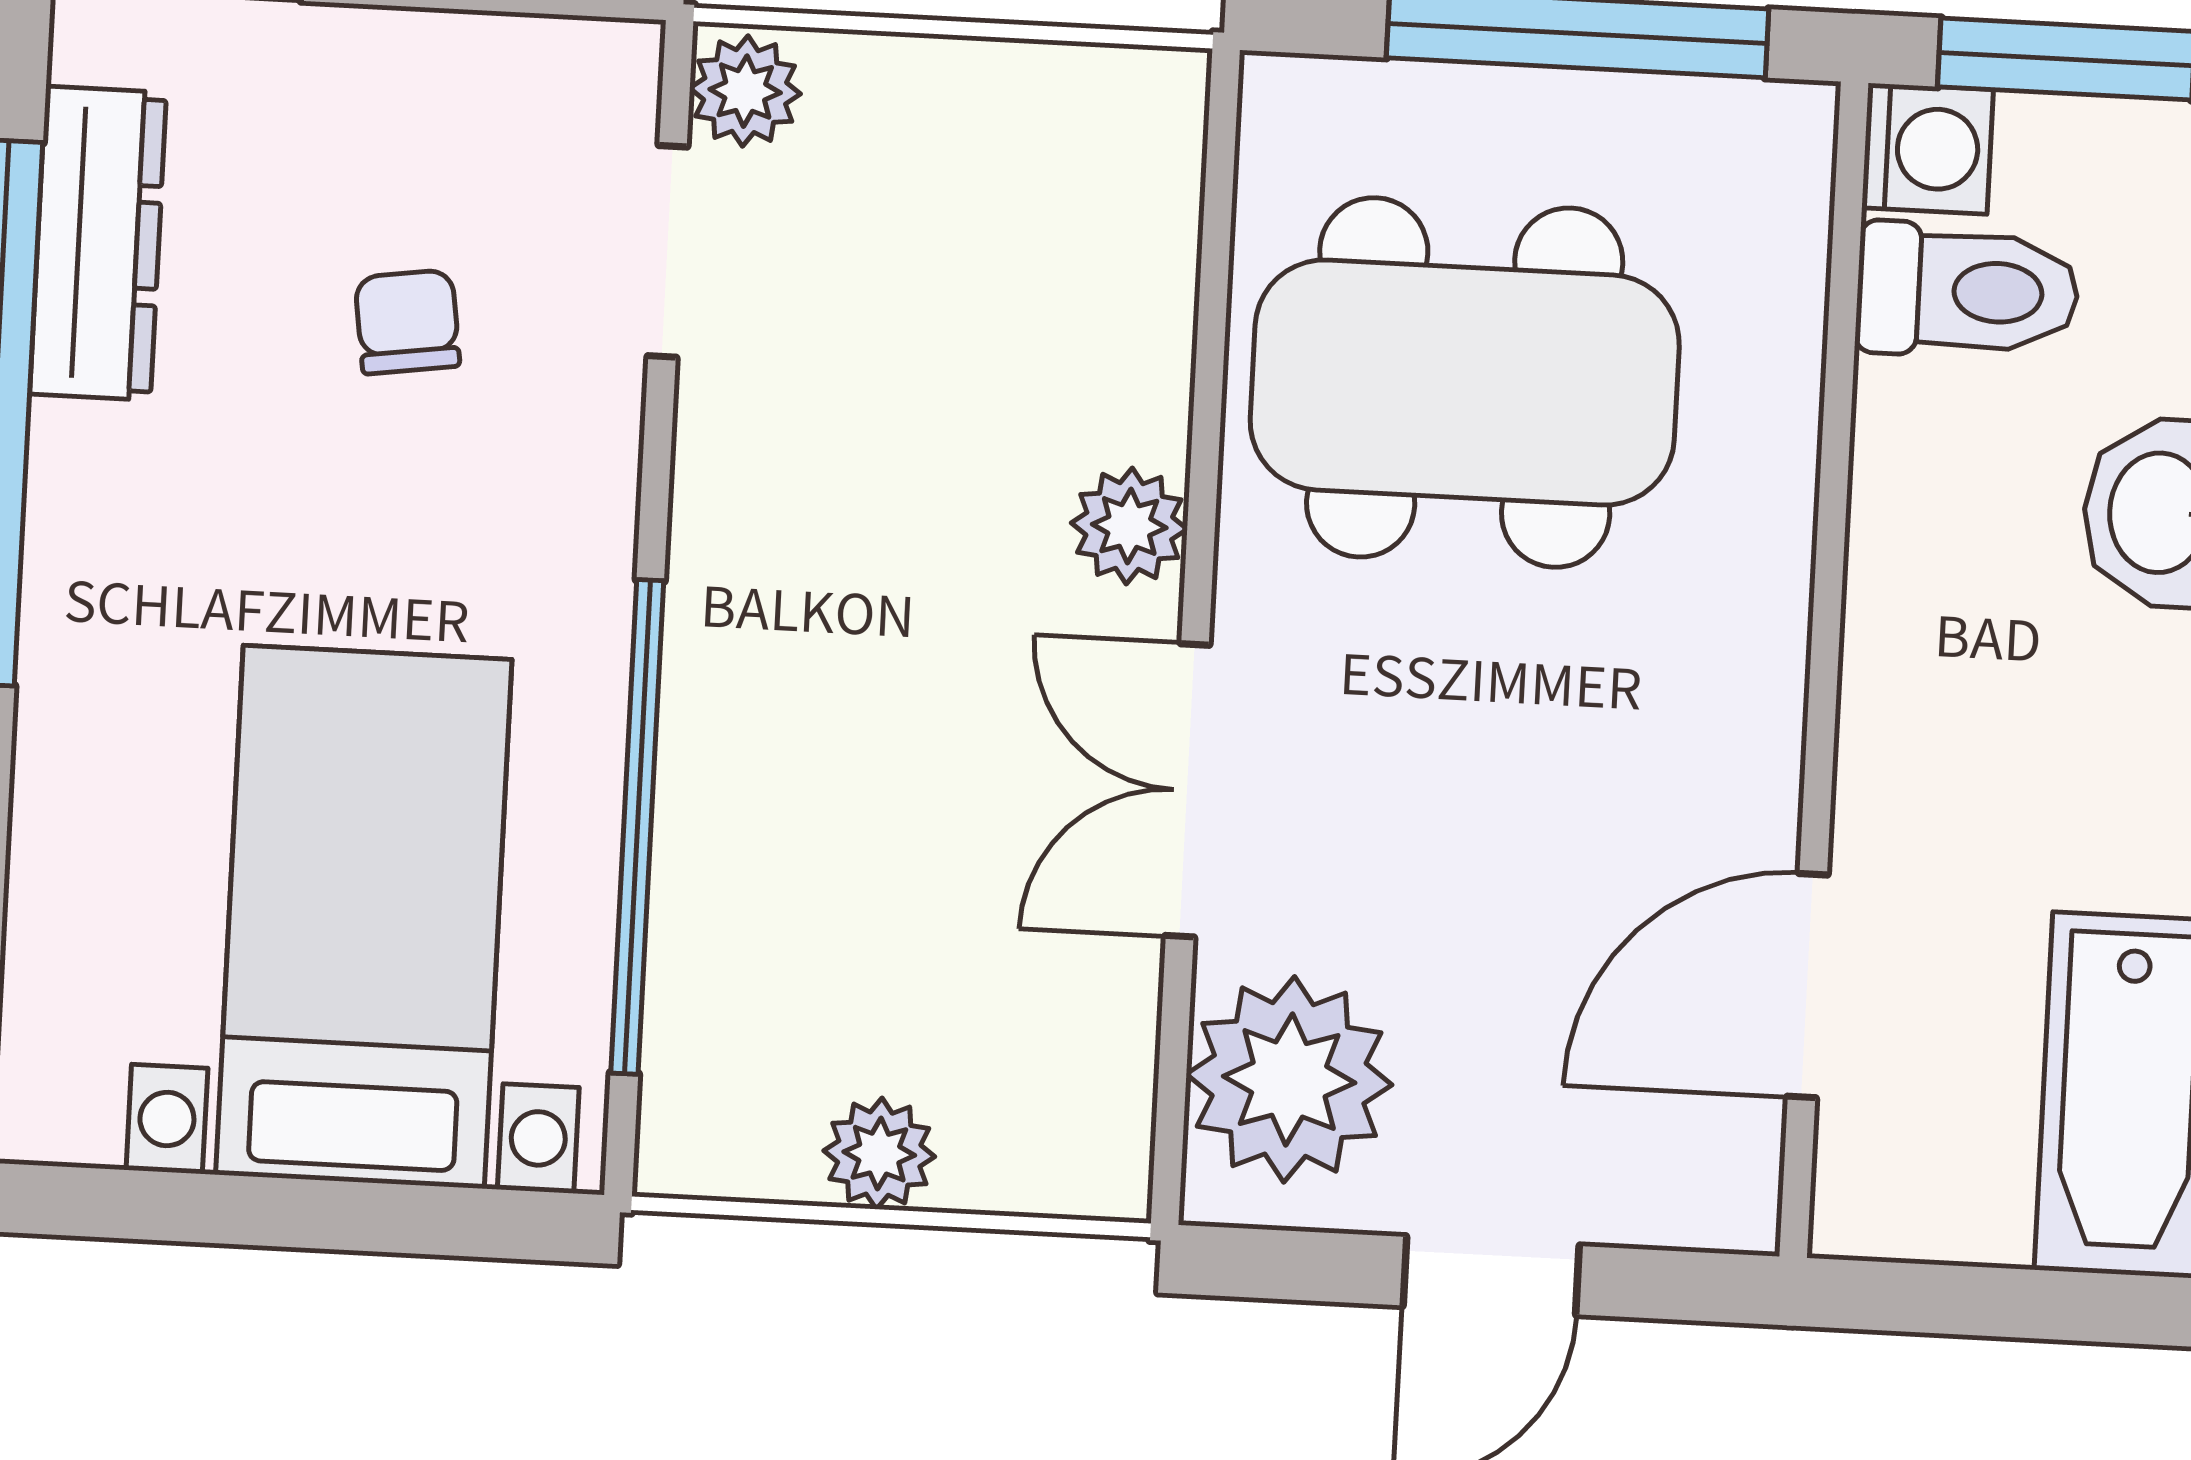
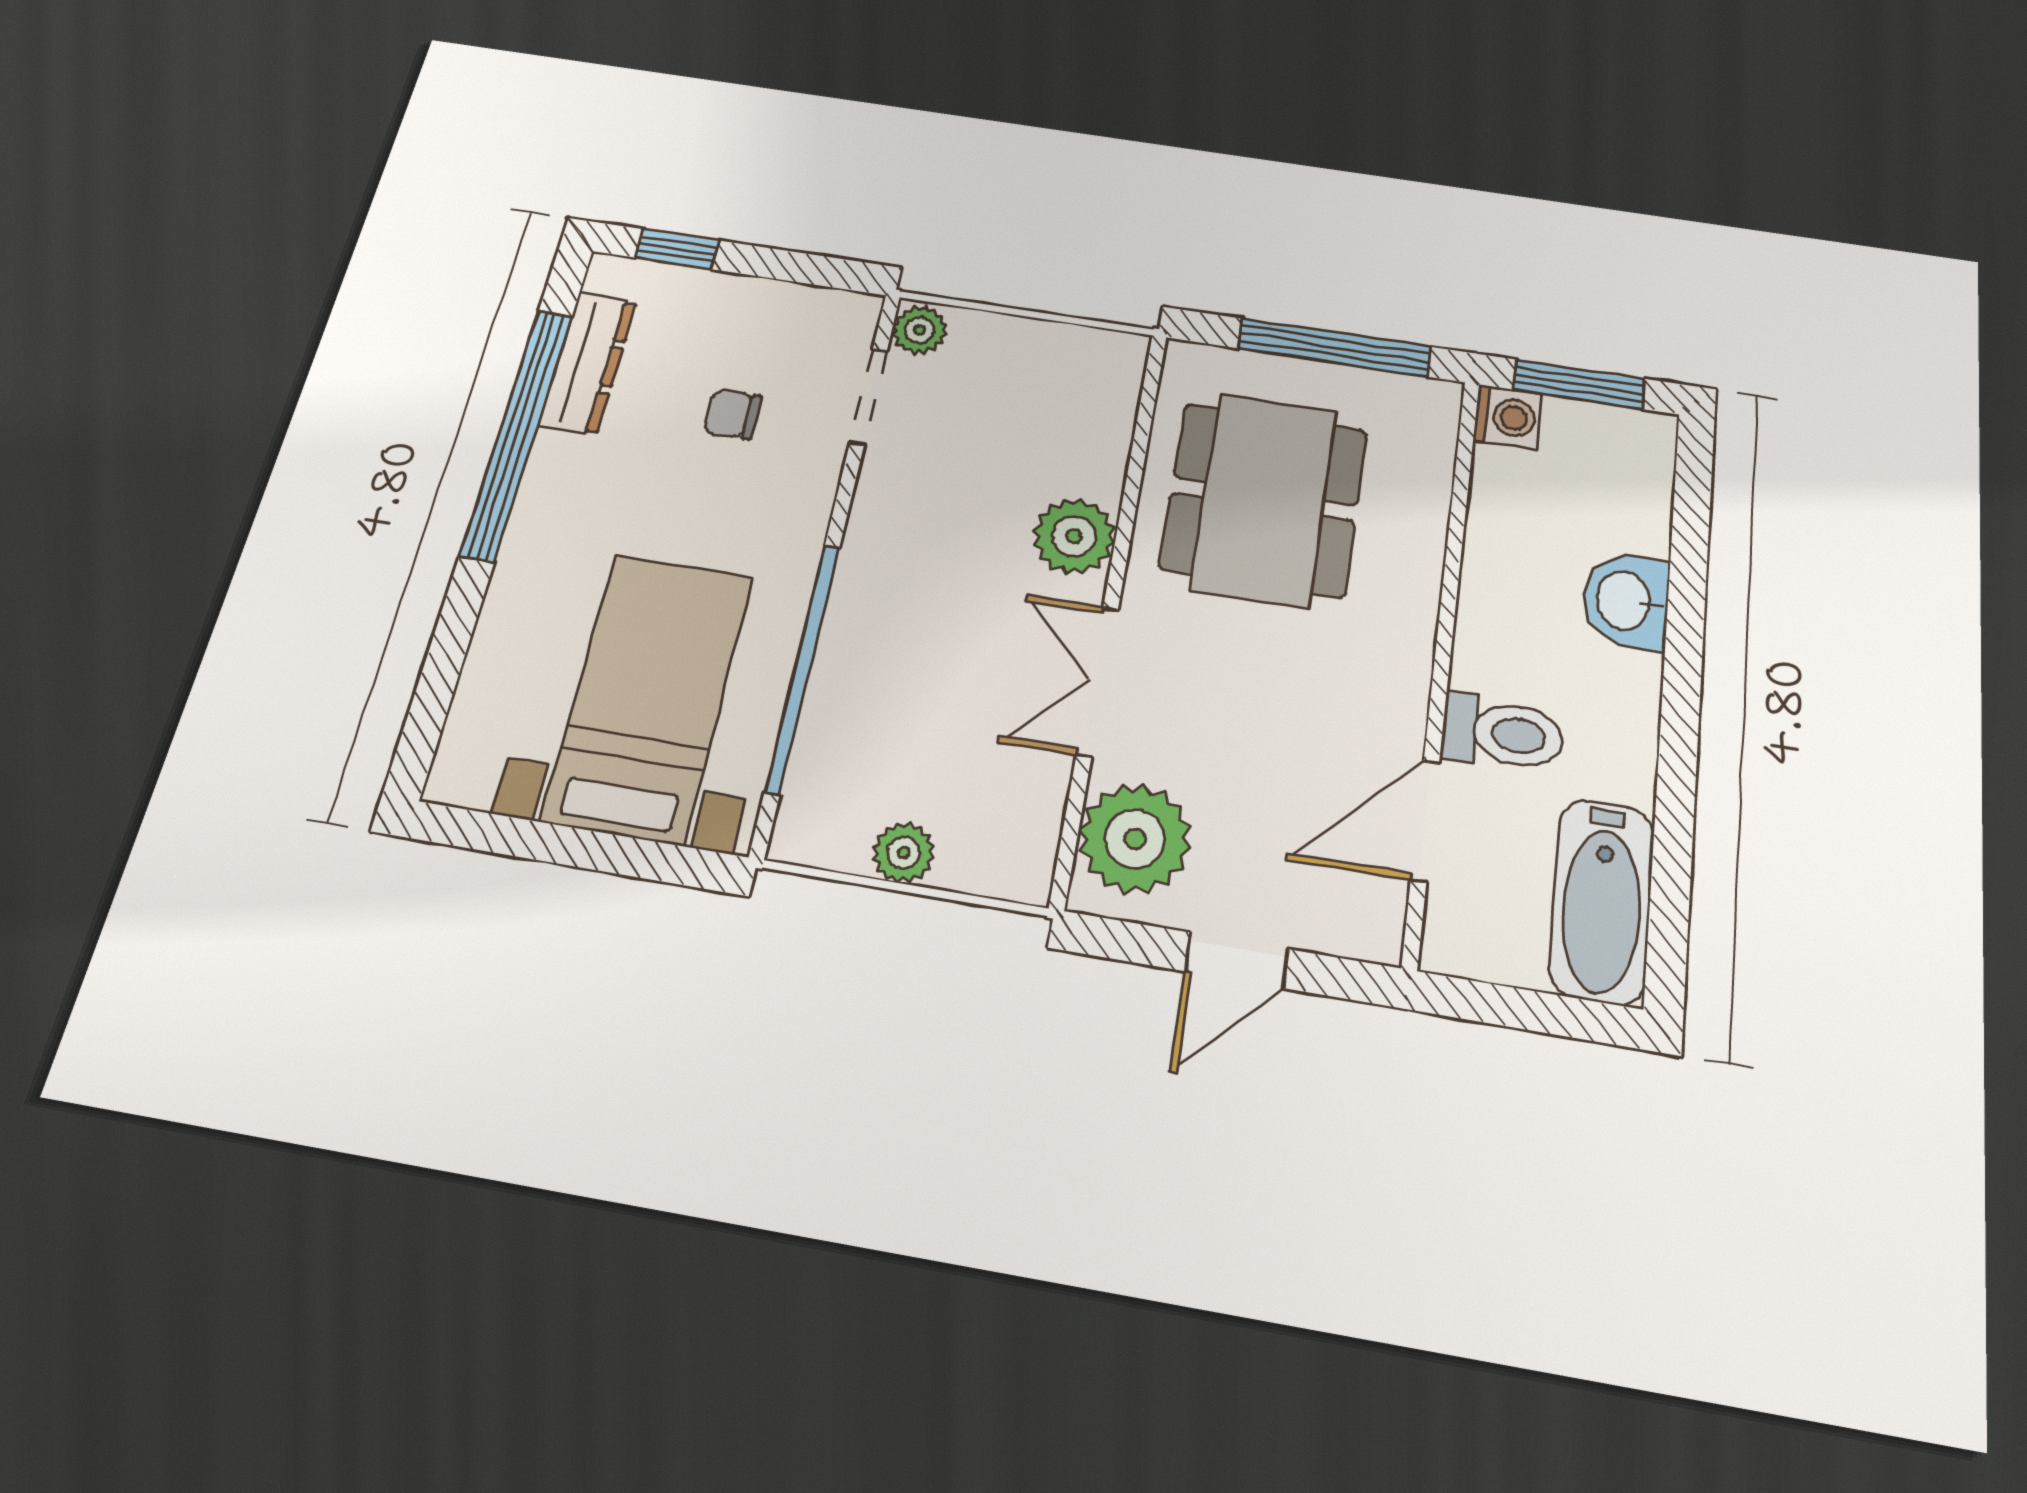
toilet: (1967, 291) -> (1502, 733), moved
chair: (407, 322) -> (733, 414), turned -82
dining table: (1465, 382) -> (1264, 499), turned 90
plant: (1129, 526) -> (1074, 536), width x1.38, depth x1.38

